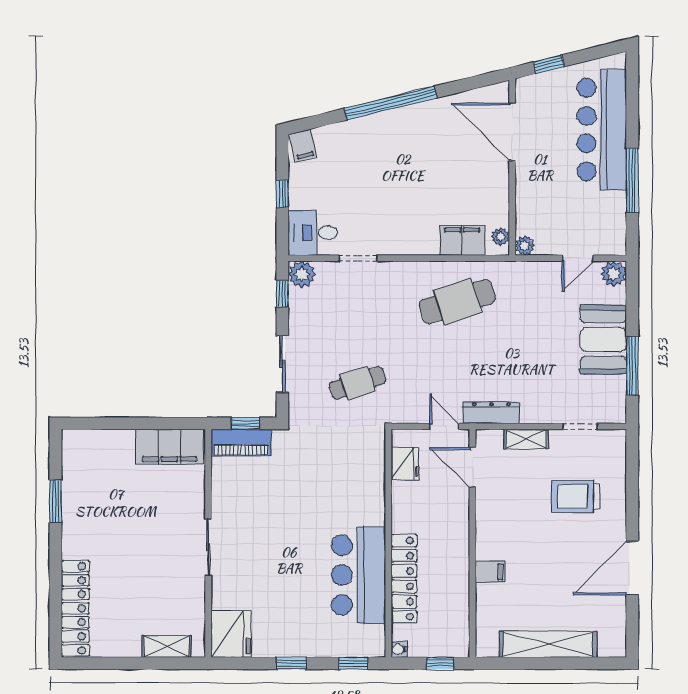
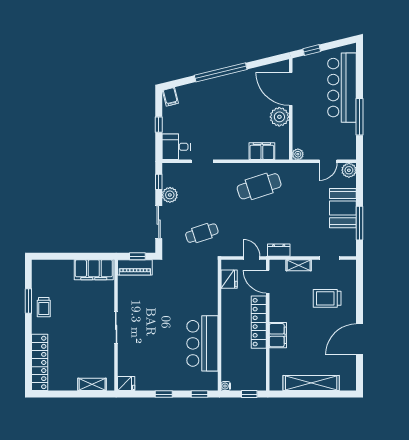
plant: (501, 237) -> (279, 117), moved, width x1.87, depth x1.87
plant: (302, 274) -> (170, 195), moved
dresser: (491, 413) -> (279, 250), width x0.70
trolley: (82, 512) -> (44, 307), added
filing cabinet: (490, 572) -> (278, 335), width x2.00
locker: (404, 579) -> (259, 322), moved, turned 180
fridge: (231, 634) -> (126, 384), width x0.53, depth x0.75

